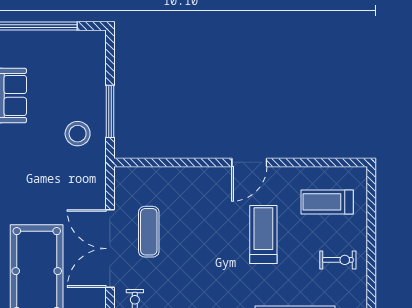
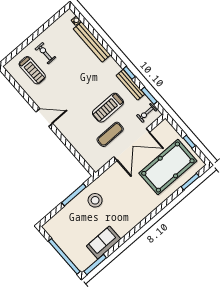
treadmill: (263, 234) -> (108, 108), moved
exercise bike: (338, 260) -> (45, 53), moved

